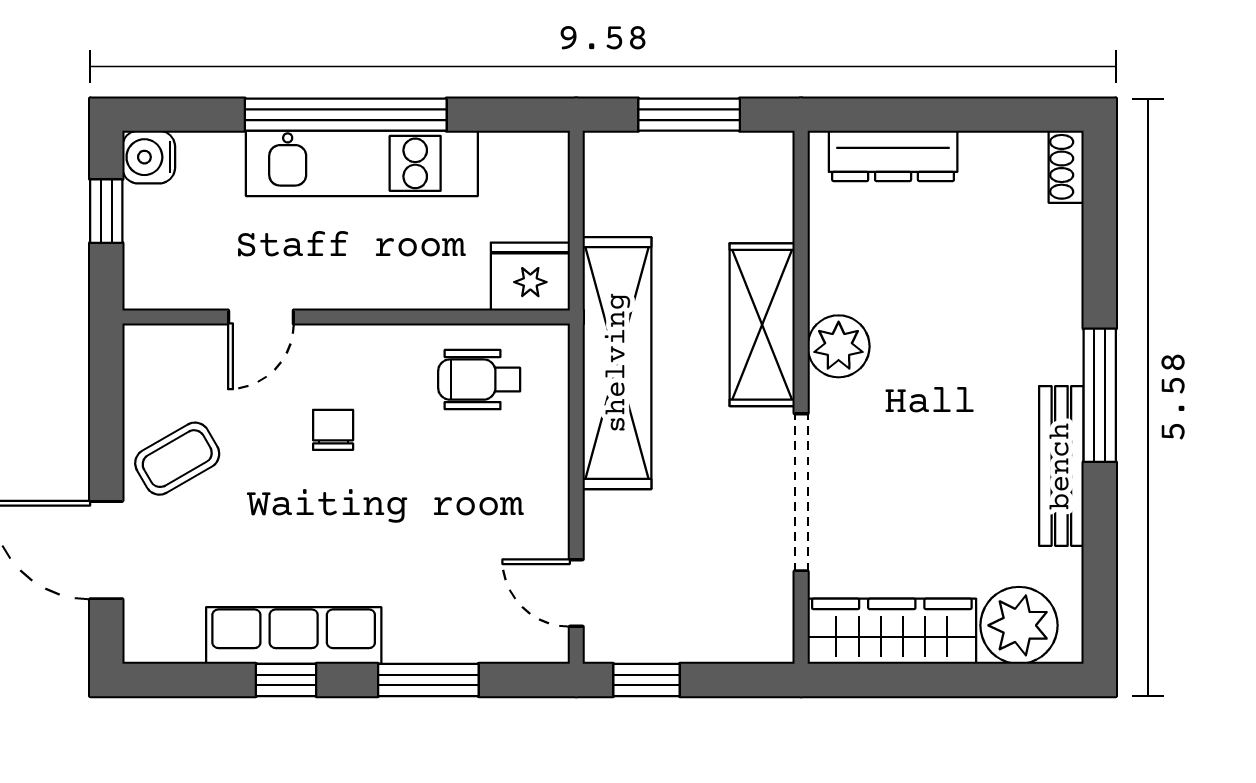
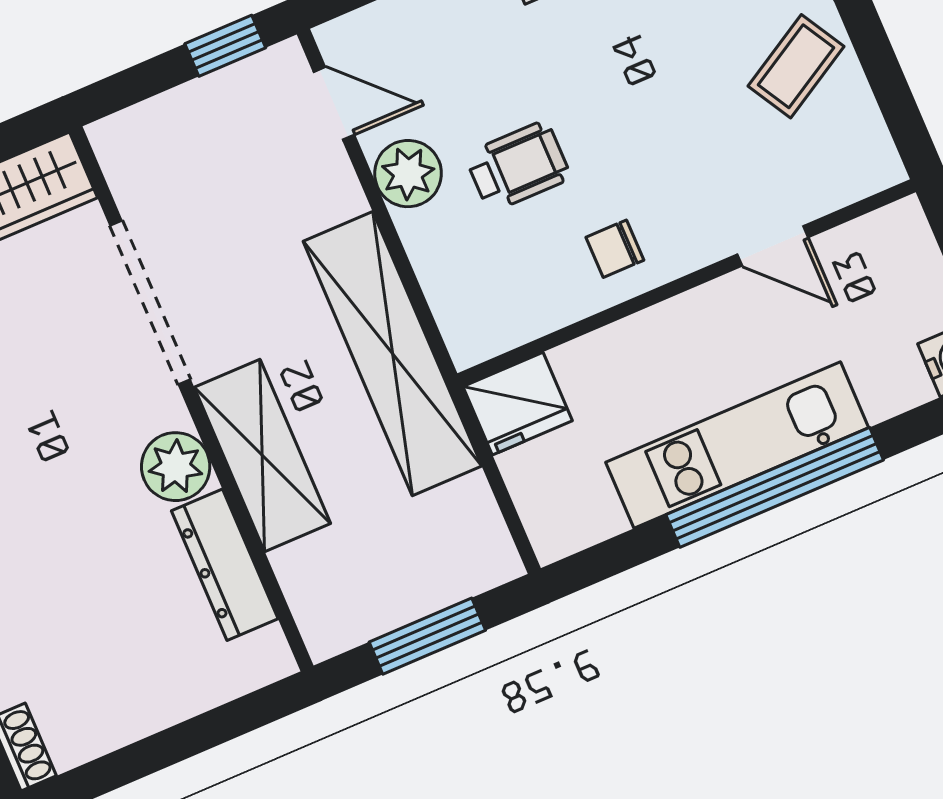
dresser: (893, 156) -> (225, 565), moved, turned -90
door: (261, 317) -> (773, 246), swing flipped
wheelchair: (479, 380) -> (518, 166), moved
chair: (333, 430) -> (615, 249), moved, turned 90
plant: (540, 508) -> (408, 174), added

